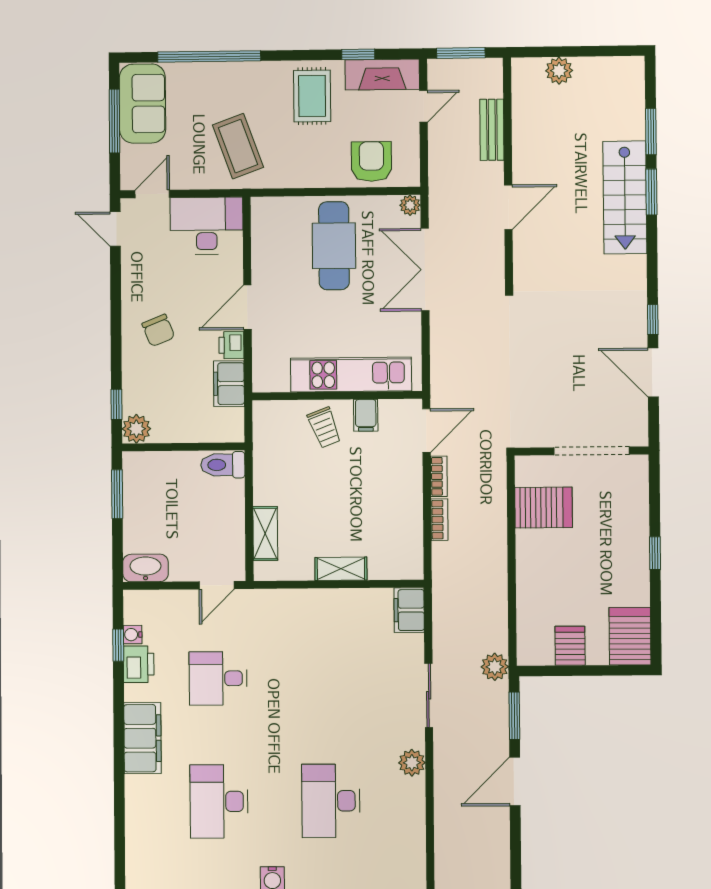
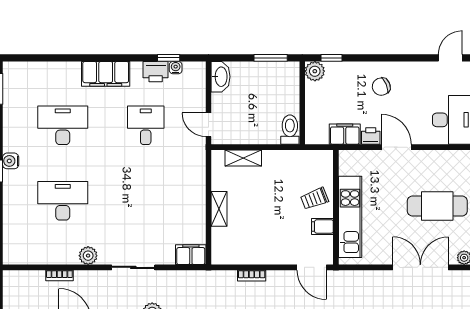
bookcase: (439, 476) -> (59, 275), moved

